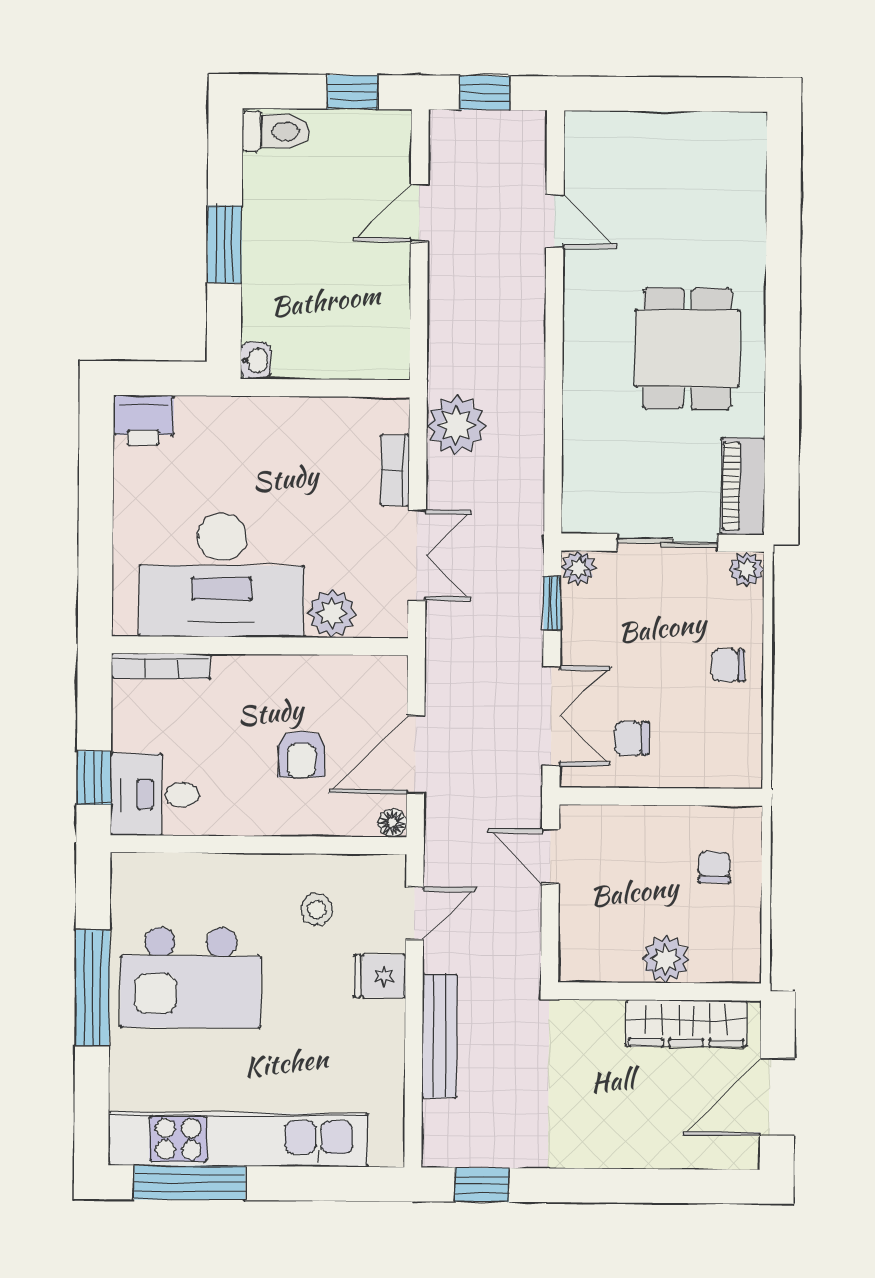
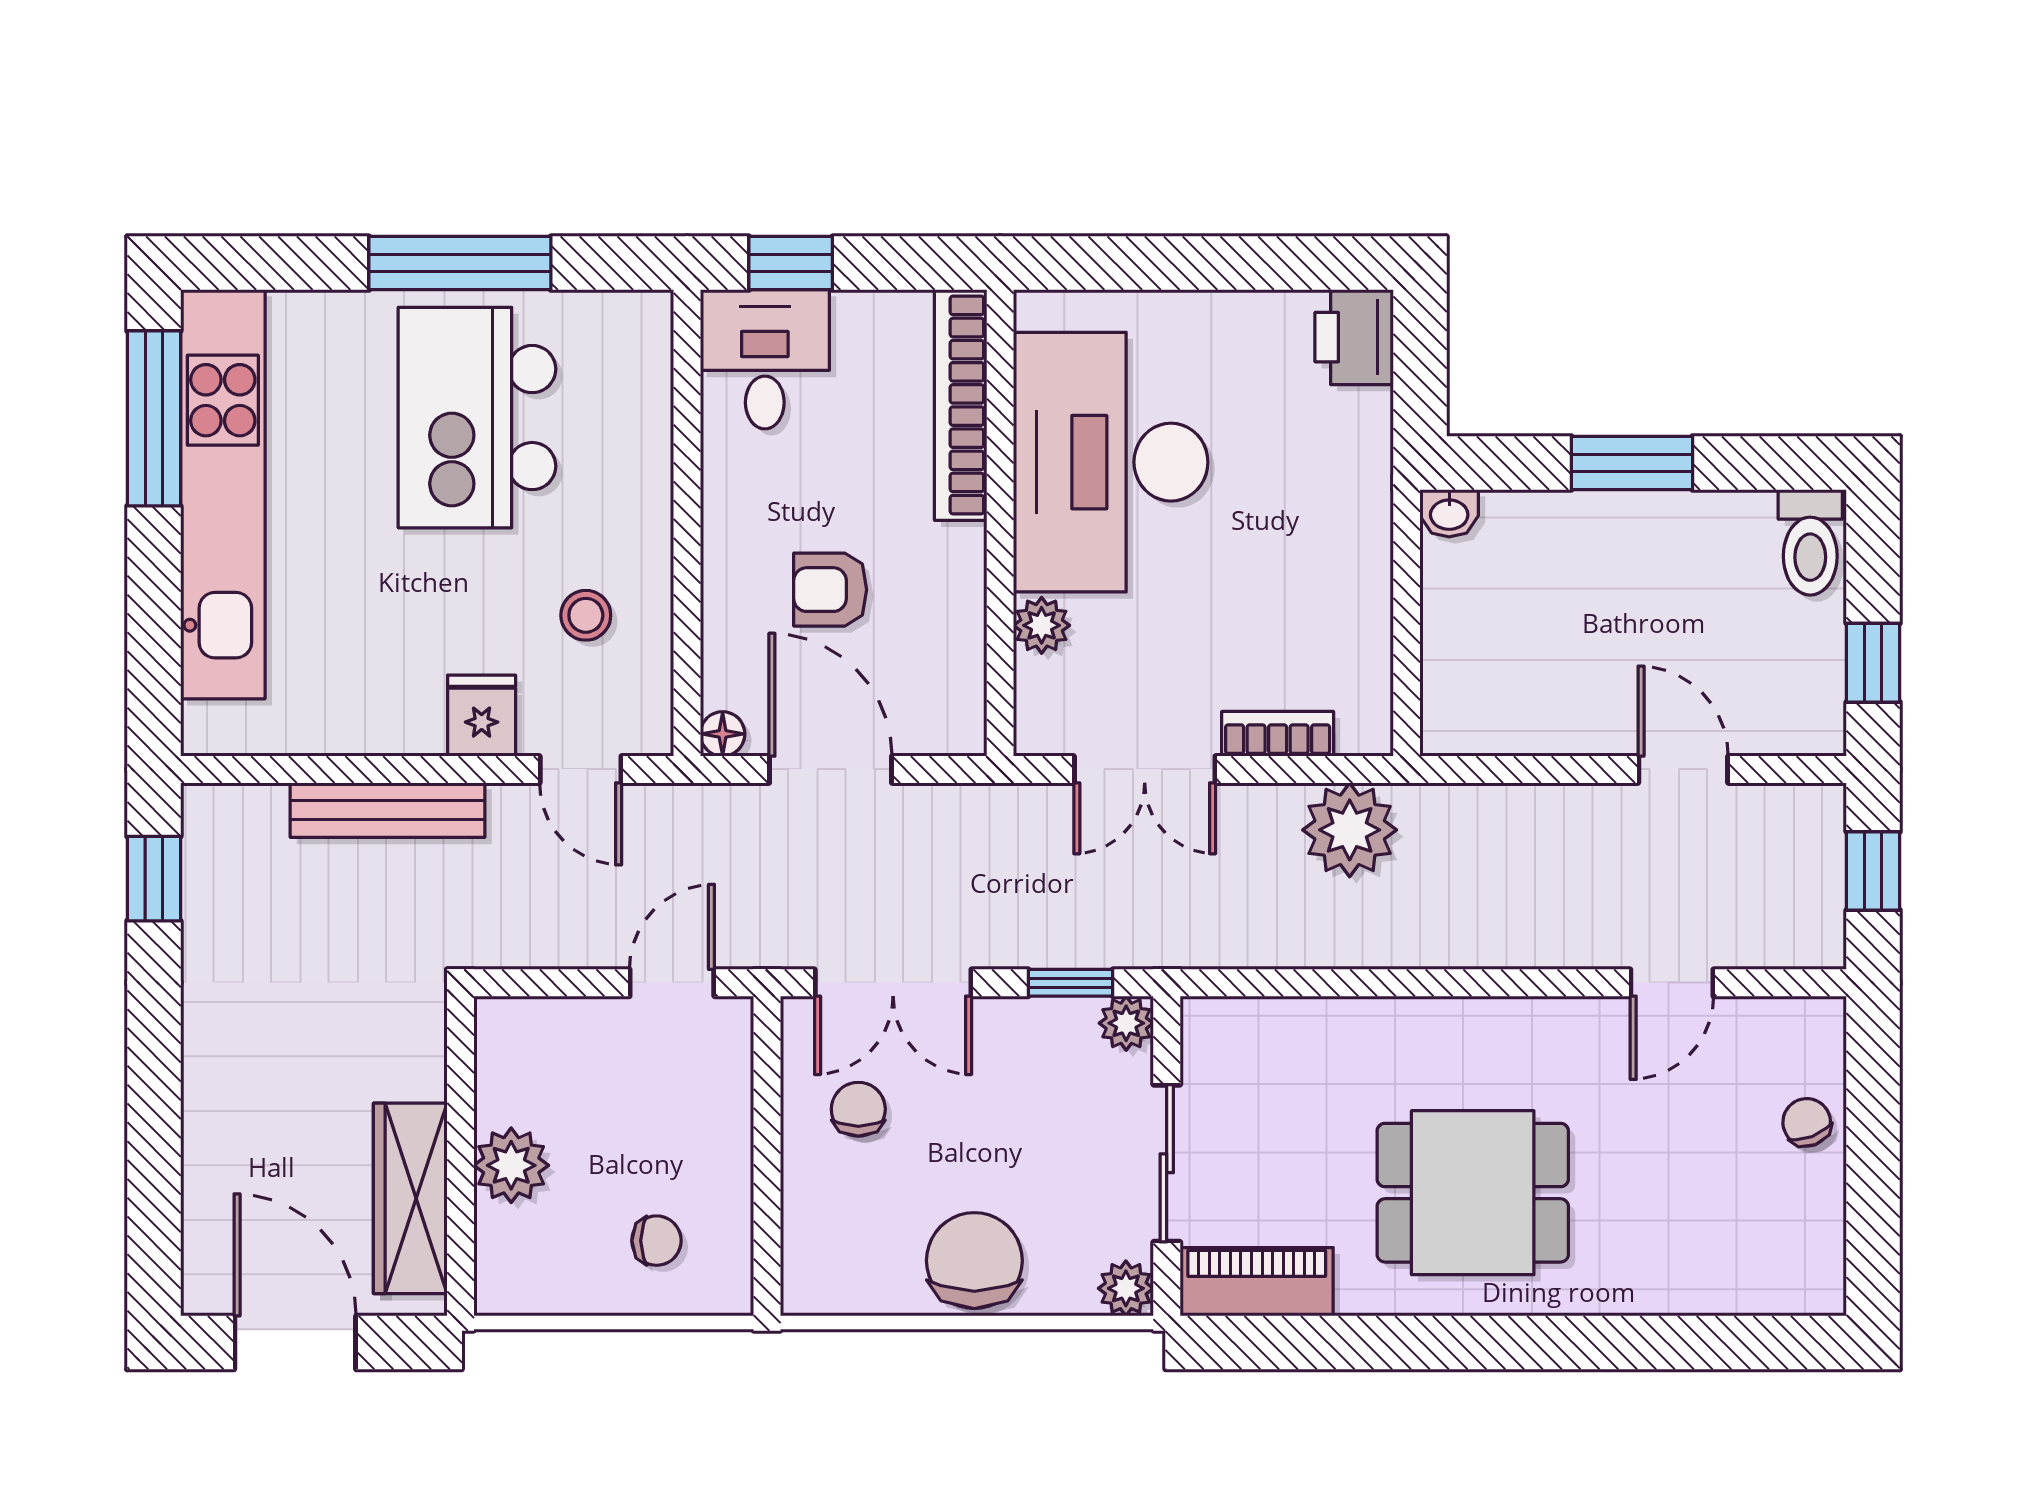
chair: (644, 136) -> (1807, 1122), added
plant: (332, 613) -> (1042, 625), width x0.73, depth x0.73
chair: (728, 665) -> (974, 1261), width x1.87, depth x1.87
bookcase: (161, 666) -> (961, 405), width x1.48, depth x1.31

